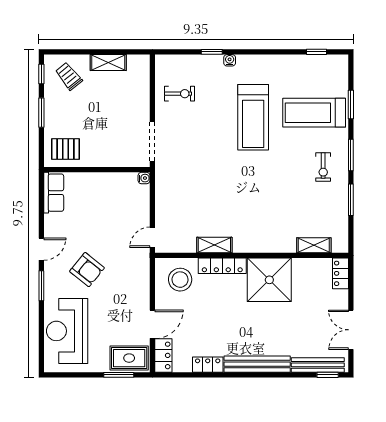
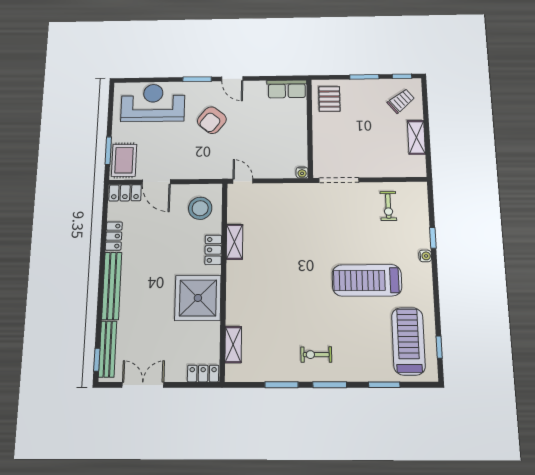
treadmill: (314, 113) -> (408, 341), moved
locker: (222, 266) -> (213, 250), width x0.66

